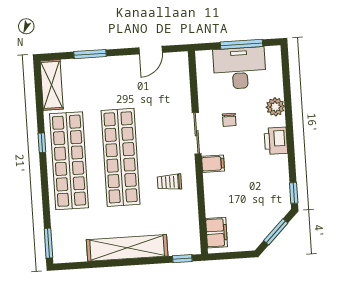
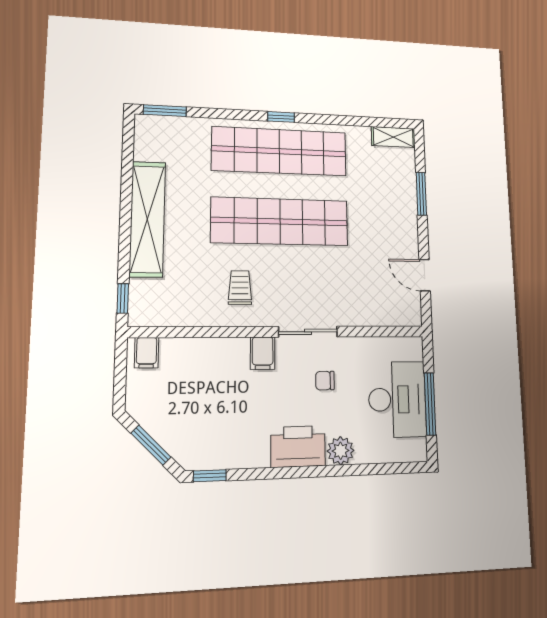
shelving: (52, 85) -> (393, 137), width x0.67, depth x0.75
printer: (276, 141) -> (298, 446), width x1.37, depth x1.19
window: (42, 143) -> (281, 117), moved
filing cabinet: (217, 233) -> (147, 353), width x0.50

